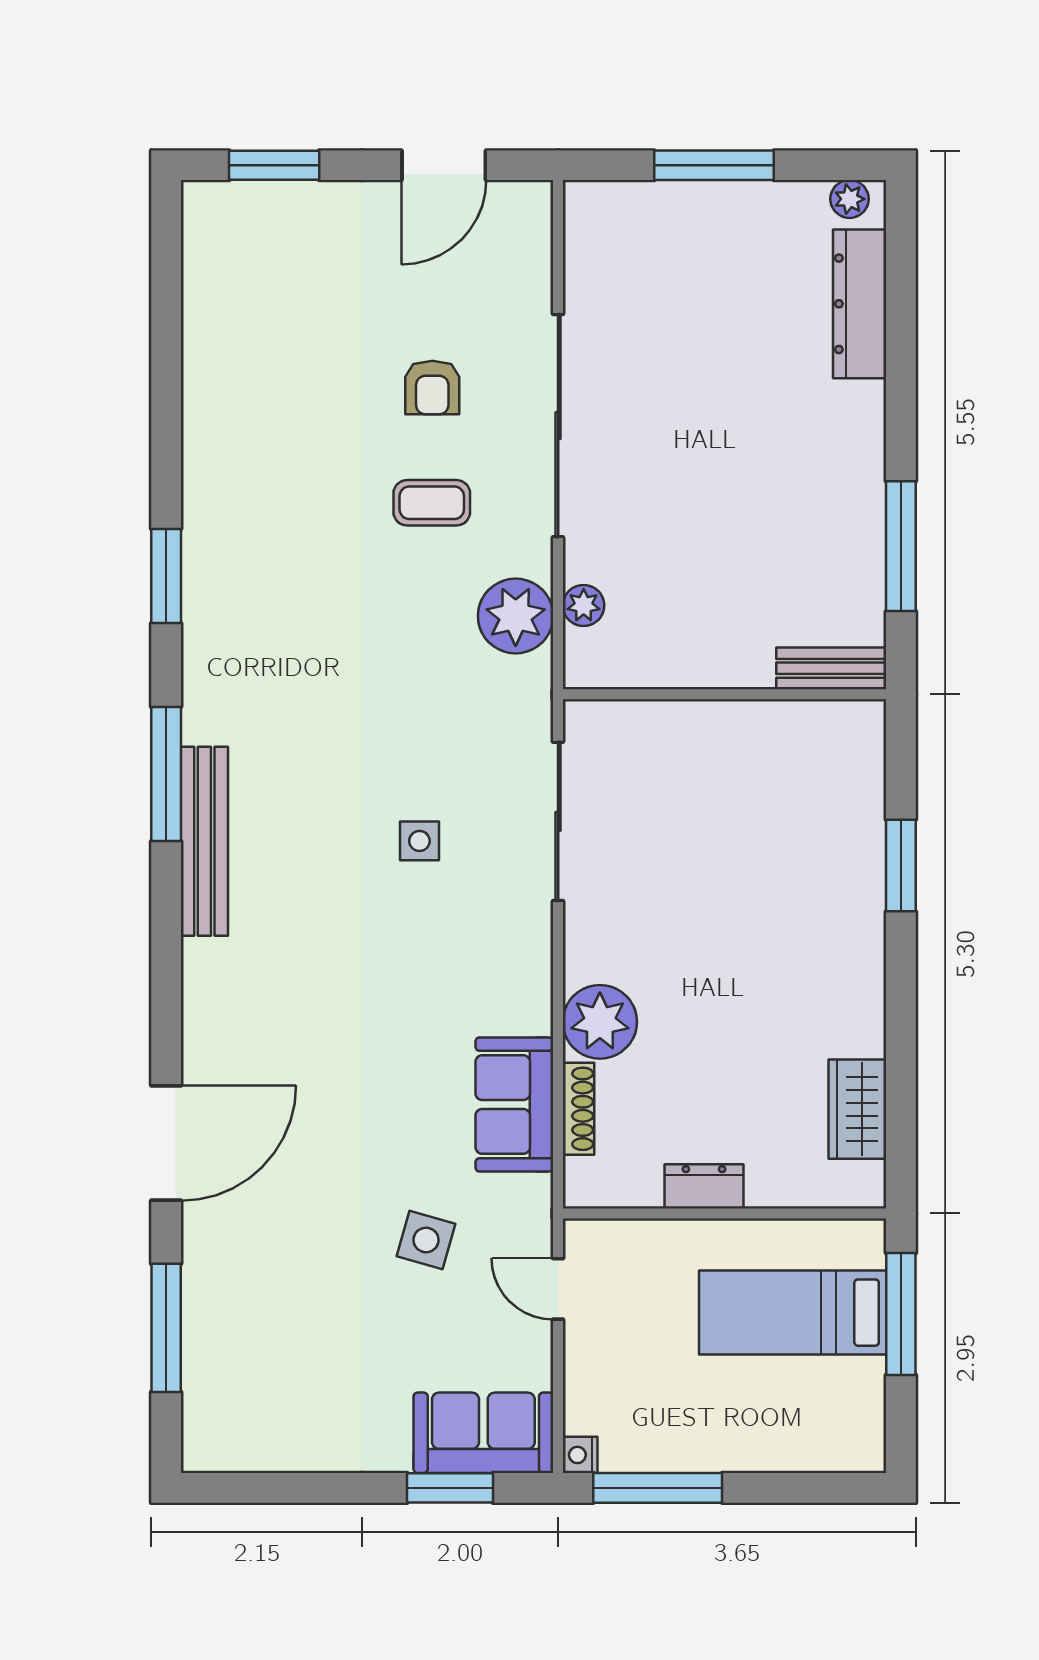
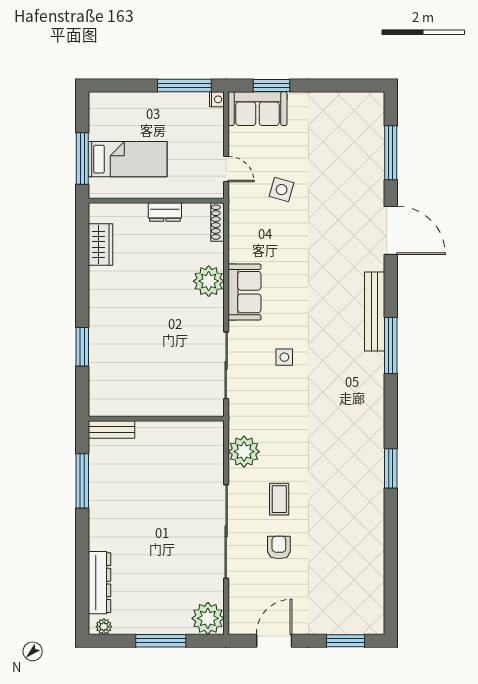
coffee table: (432, 503) -> (279, 499), turned 90
plant: (584, 605) -> (208, 618), moved, width x1.88, depth x1.88
window: (166, 774) -> (391, 346), moved
bench: (204, 841) -> (375, 311), moved
sofa: (514, 1105) -> (244, 292), moved
shoe rack: (579, 1109) -> (218, 222), moved
door: (166, 1143) -> (391, 230), swing flipped

